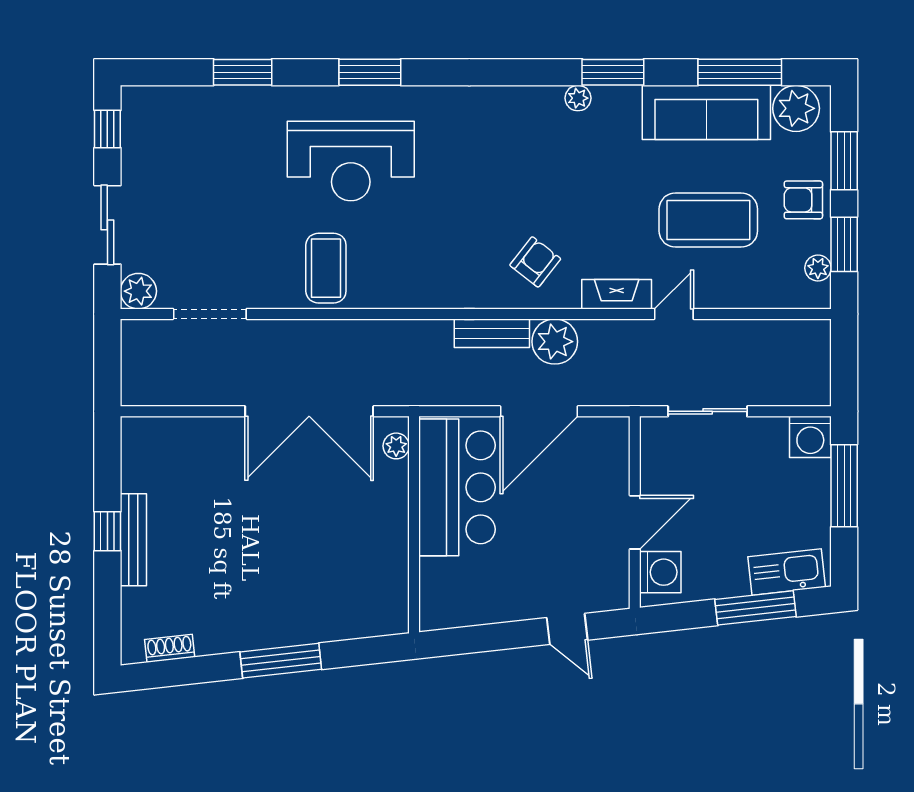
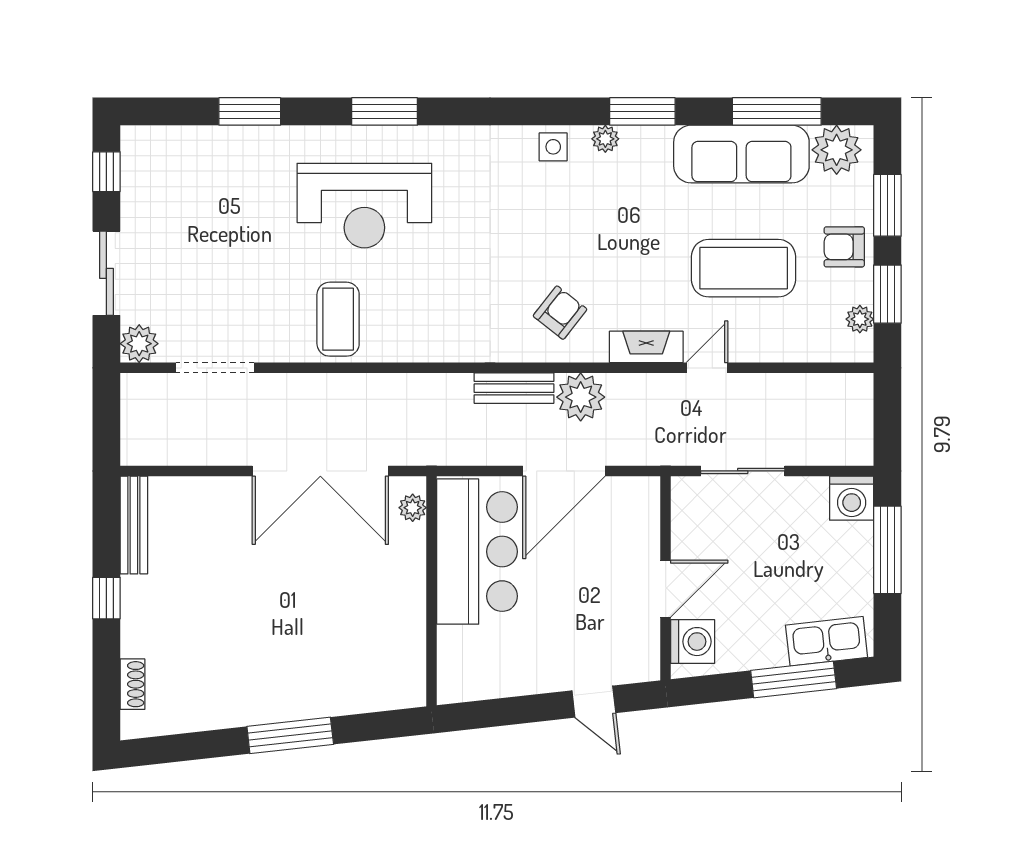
side table: (529, 106) -> (553, 147), added
bench: (133, 540) -> (134, 525), moved
shoe rack: (170, 648) -> (132, 684), moved, turned 96

